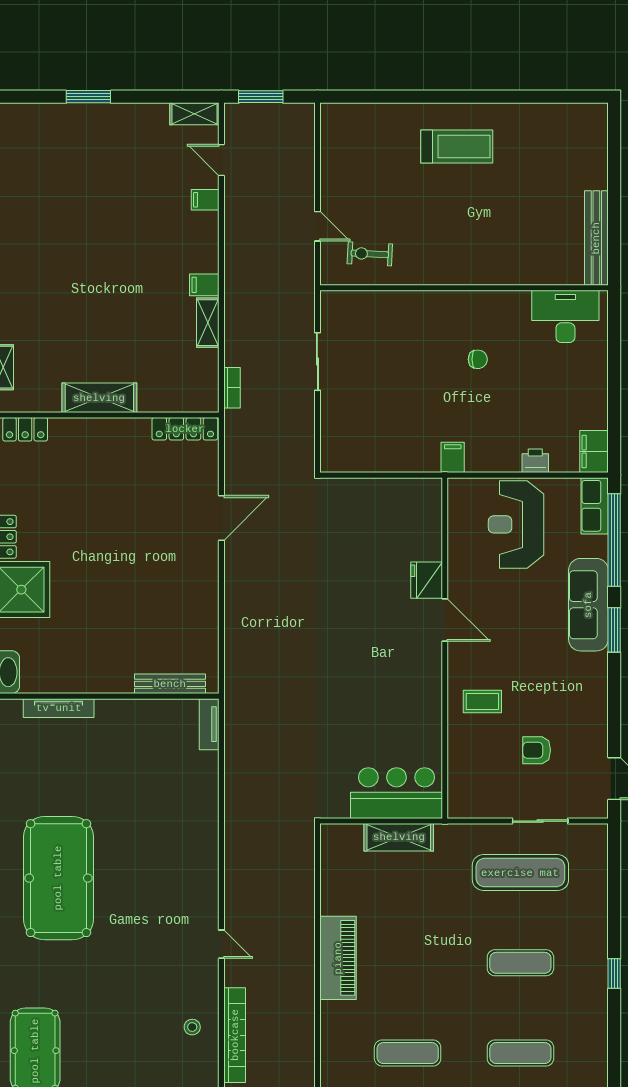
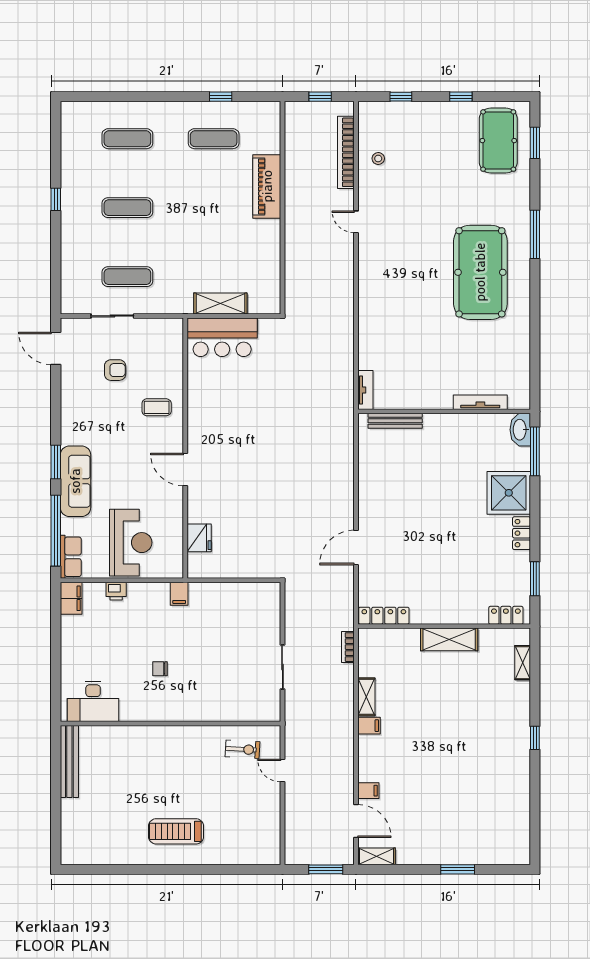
door: (221, 160) -> (356, 821), width x1.38
fridge: (427, 580) -> (199, 538), moved
exercise mat: (520, 873) -> (127, 277), width x0.73, depth x0.69
piano: (338, 958) -> (267, 186), moved

